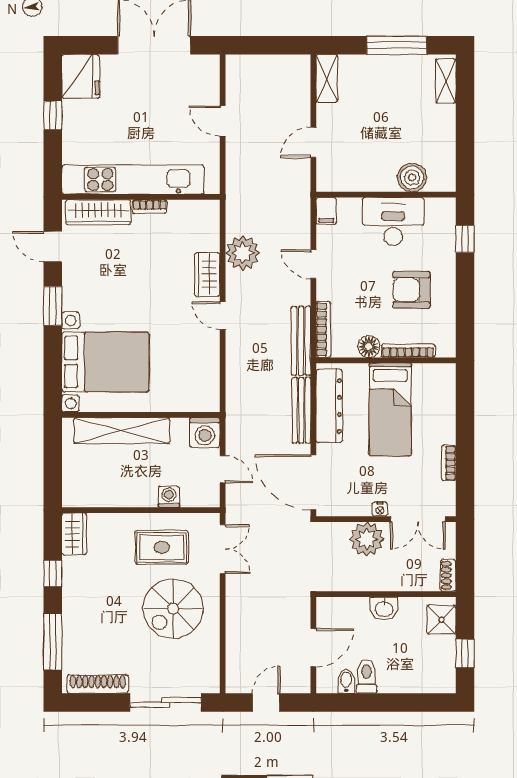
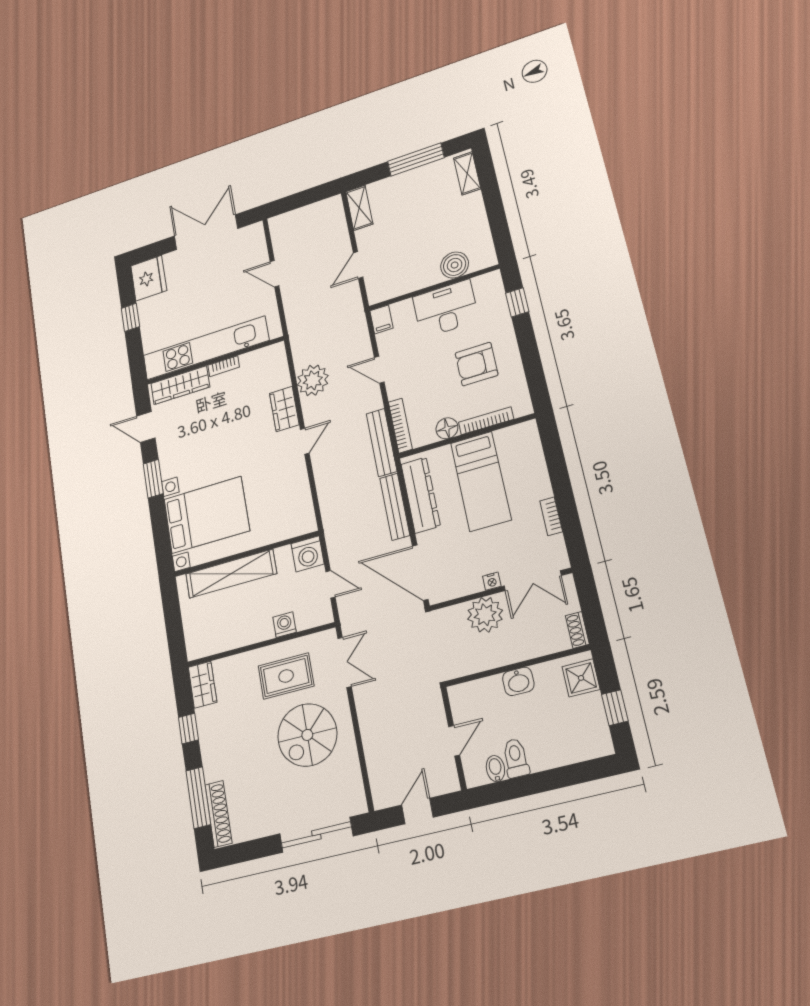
door: (223, 315) -> (305, 441), swing flipped
door: (313, 648) -> (454, 741), width x0.73
shoe rack: (98, 684) -> (219, 814), moved, turned 90

